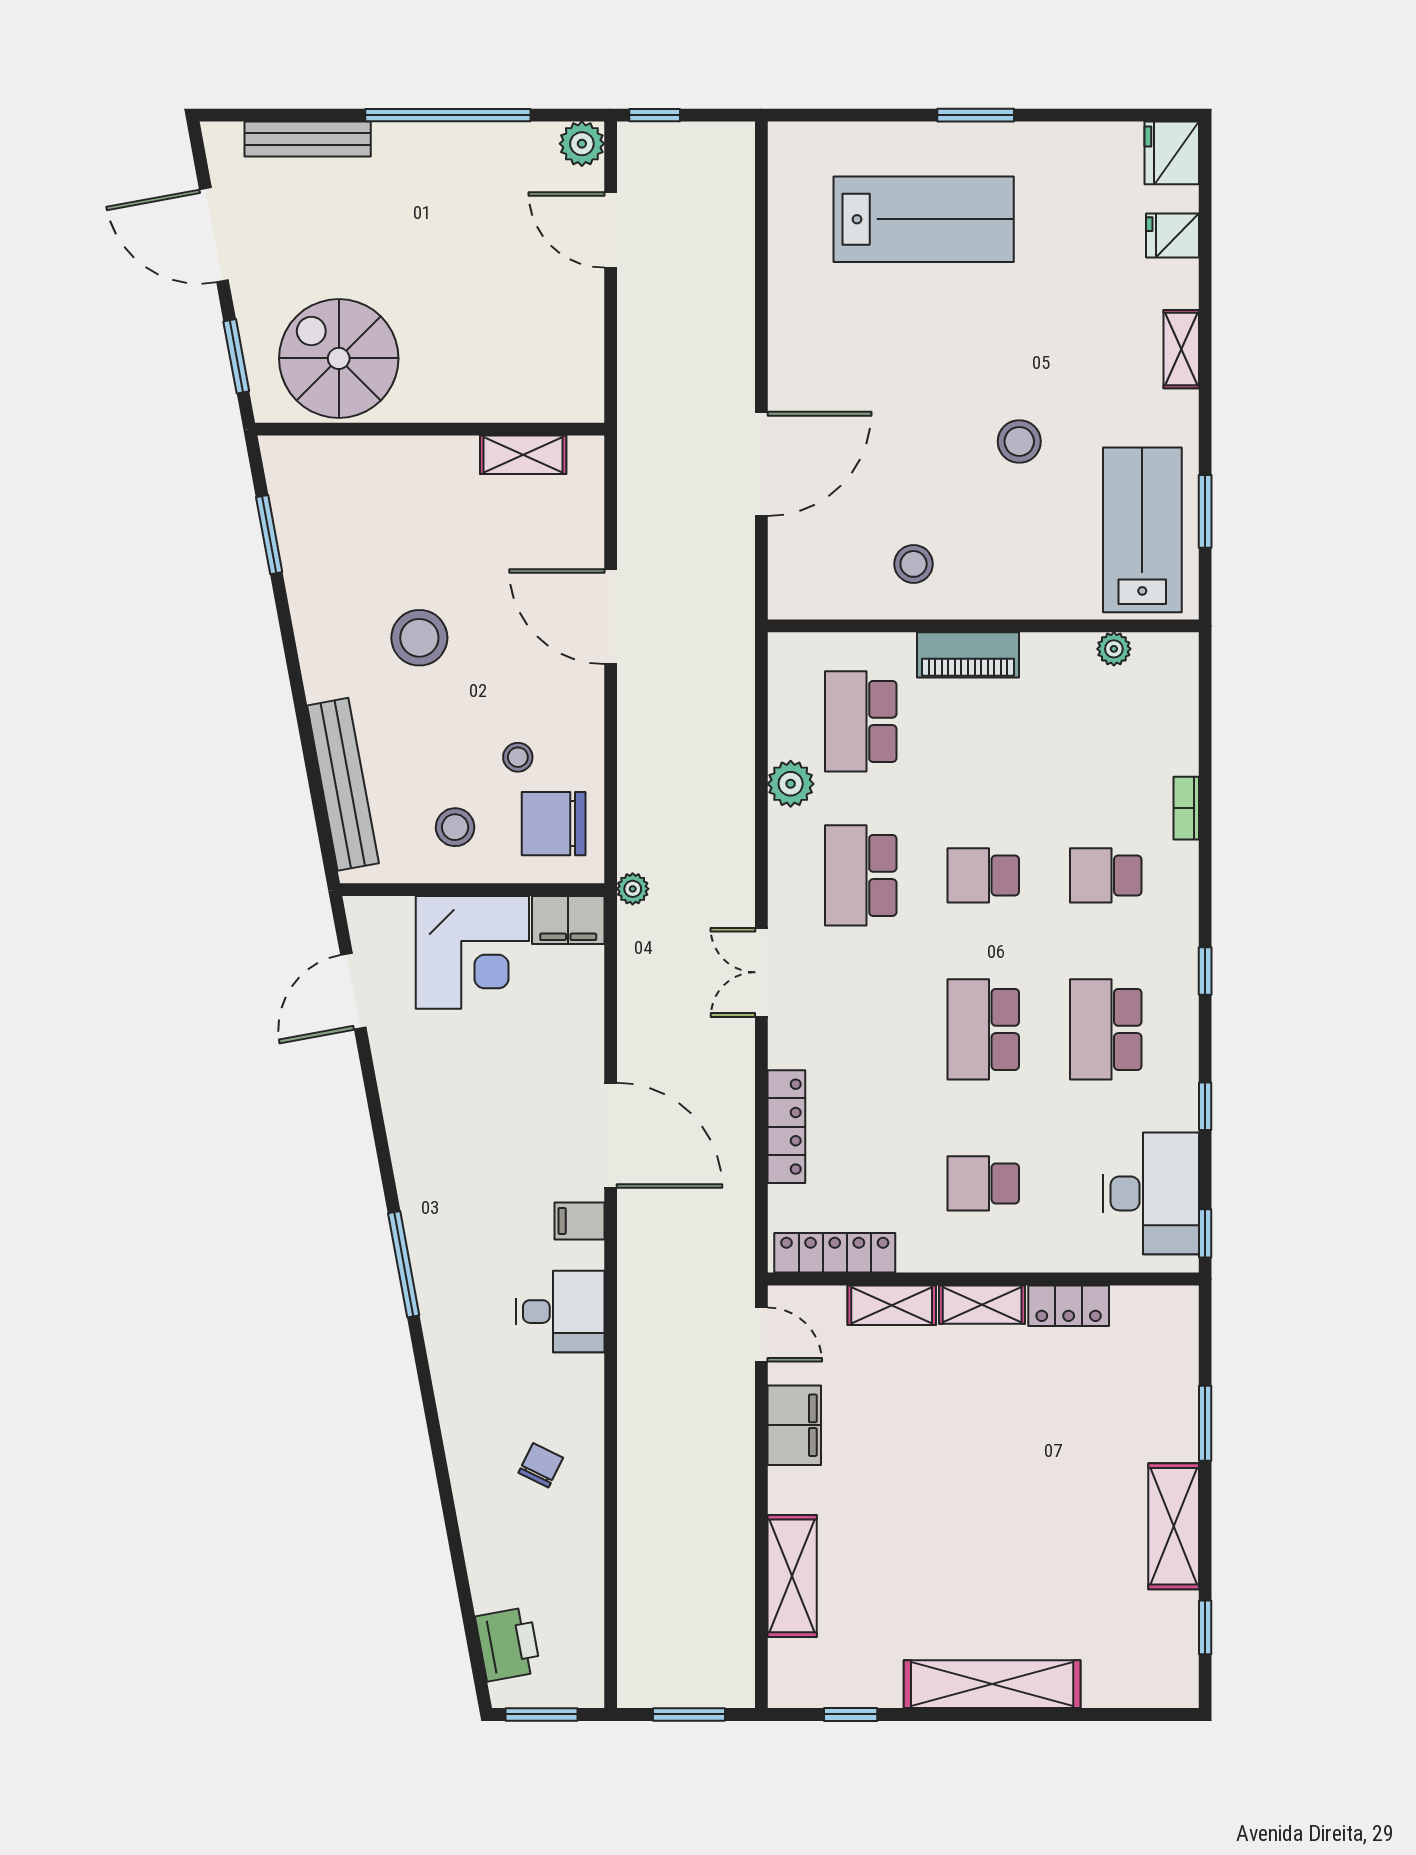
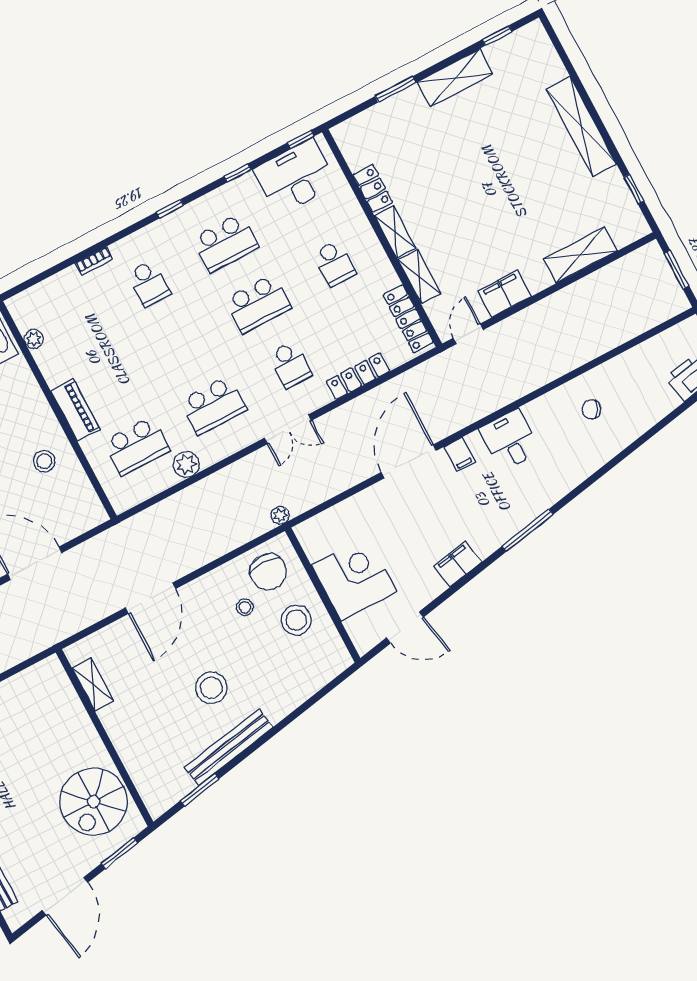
bench: (343, 784) -> (229, 747), moved
stool: (455, 827) -> (296, 620), width x1.38, depth x1.38
school desk: (983, 875) -> (290, 365), moved
filing cabinet: (568, 920) -> (458, 564), moved, turned -100

